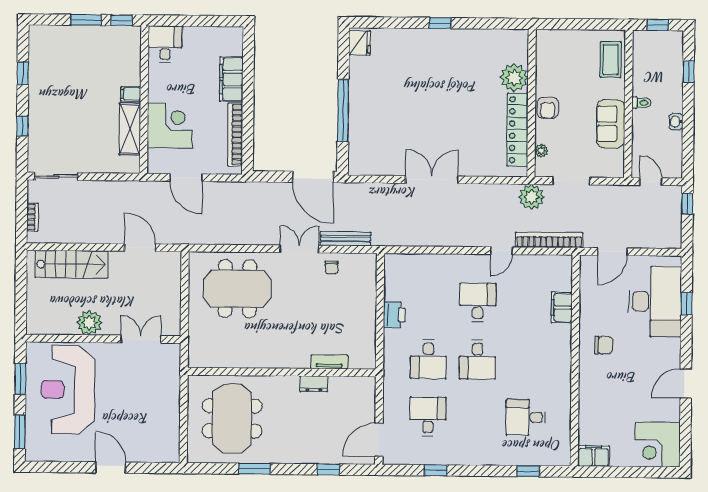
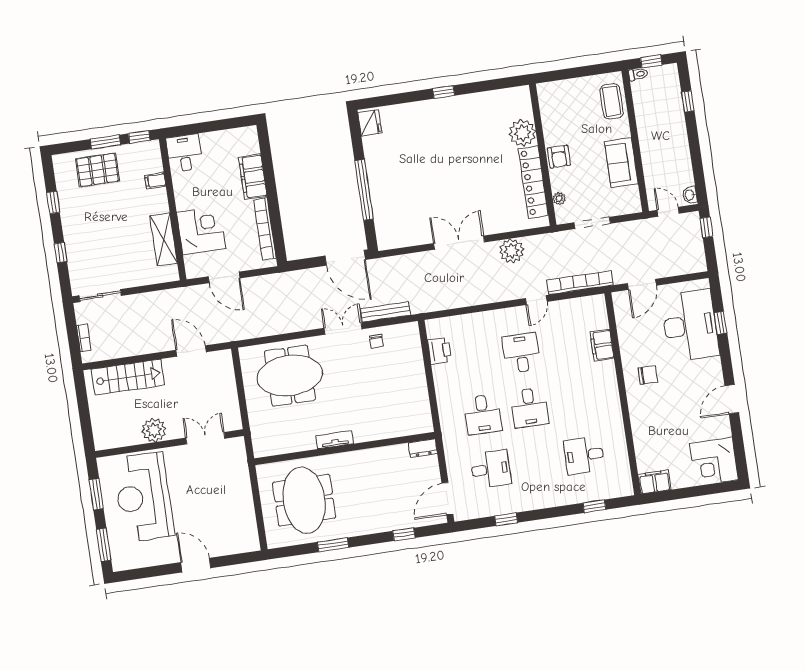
pallet: (73, 47) -> (97, 170), added
filing cabinet: (131, 94) -> (155, 181), moved
toilet: (641, 103) -> (638, 74), moved
washbasin: (676, 122) -> (690, 195), moved
plant: (532, 197) -> (512, 251), moved
printer: (394, 315) -> (439, 351), moved
tv unit: (329, 362) -> (335, 440), moved
dresser: (314, 384) -> (423, 448), moved
desk: (428, 417) -> (491, 469), turned 90

